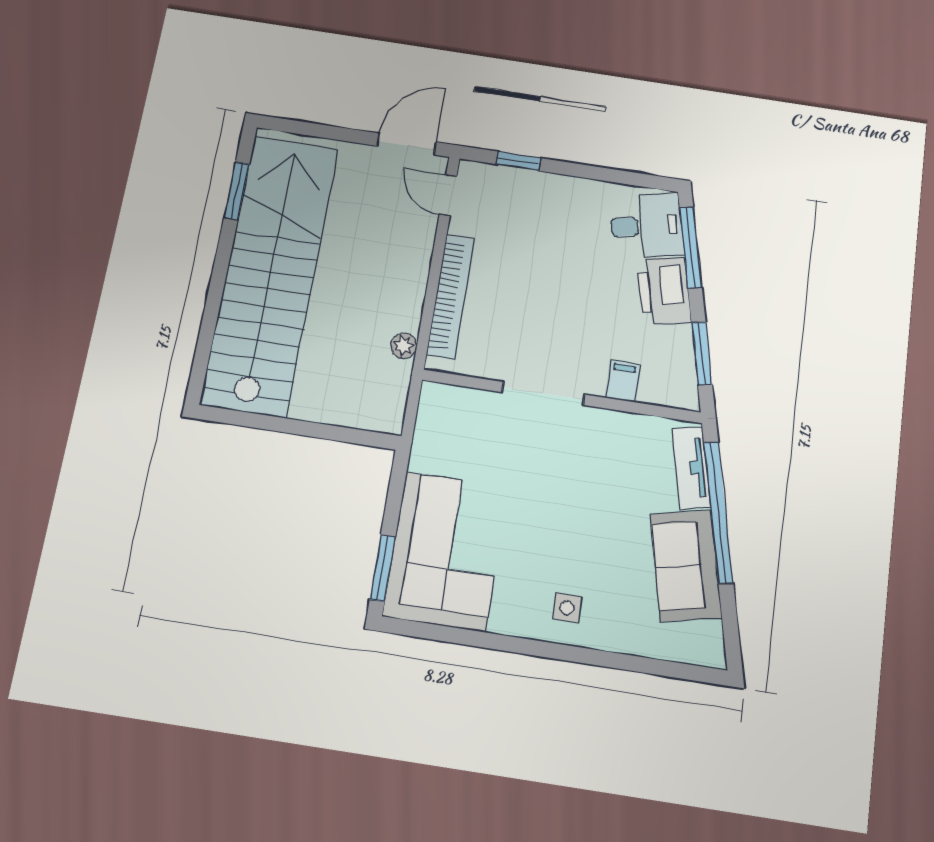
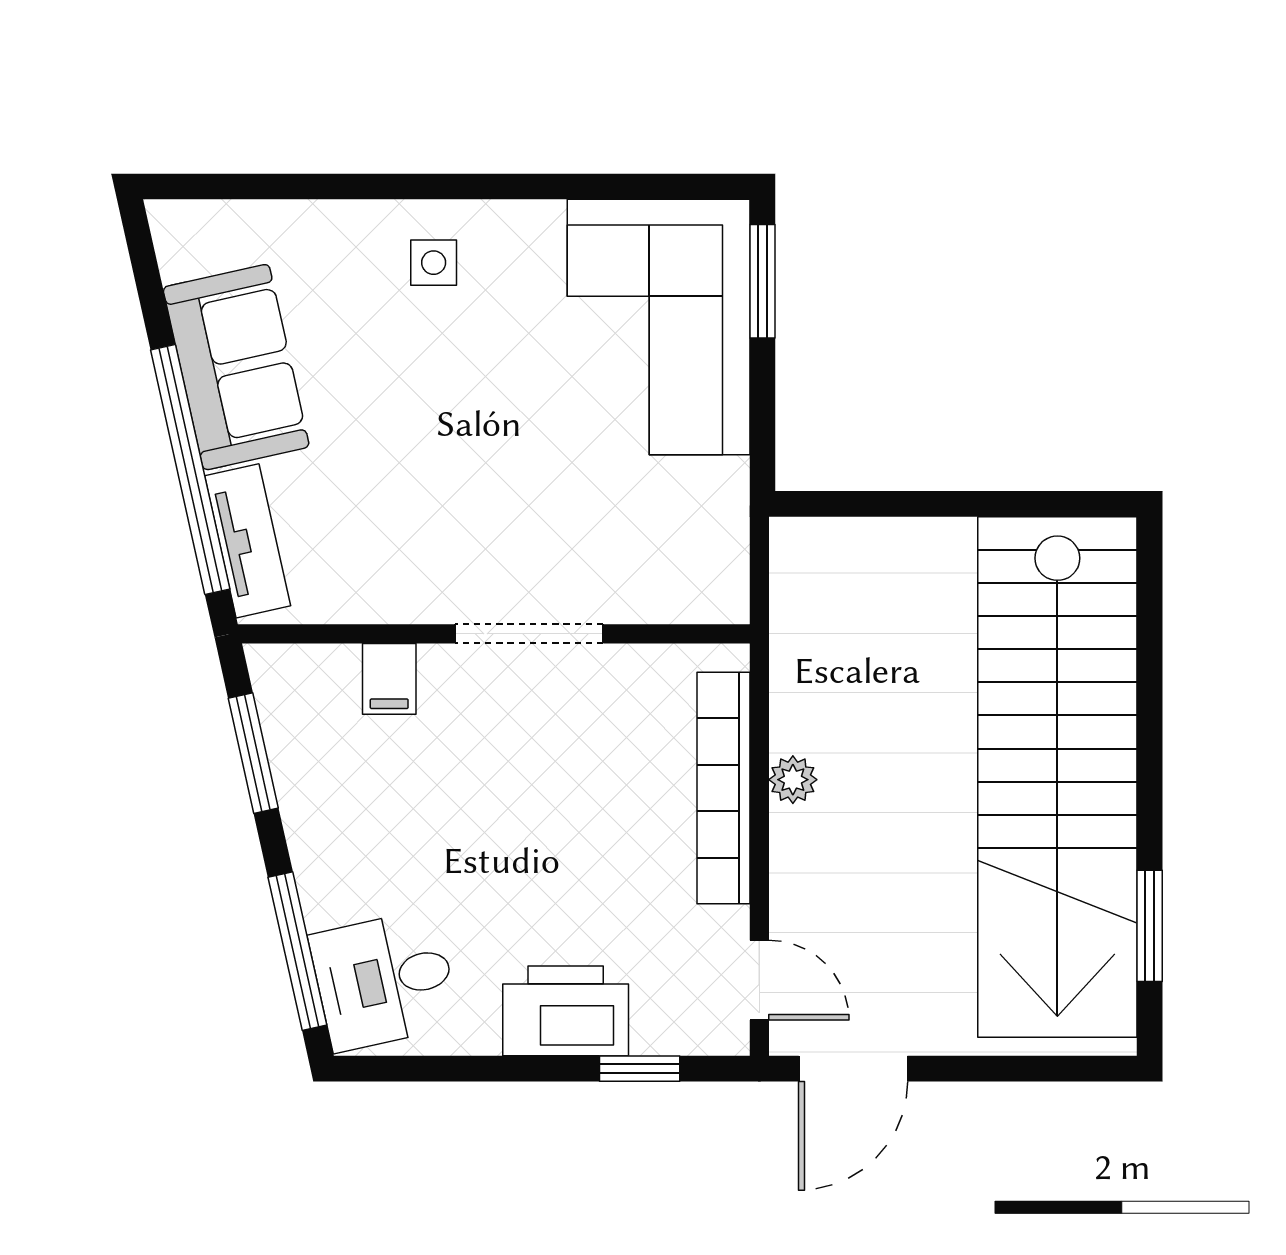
printer: (664, 291) -> (566, 1011), moved, turned -77
plant: (404, 346) -> (793, 780), moved

